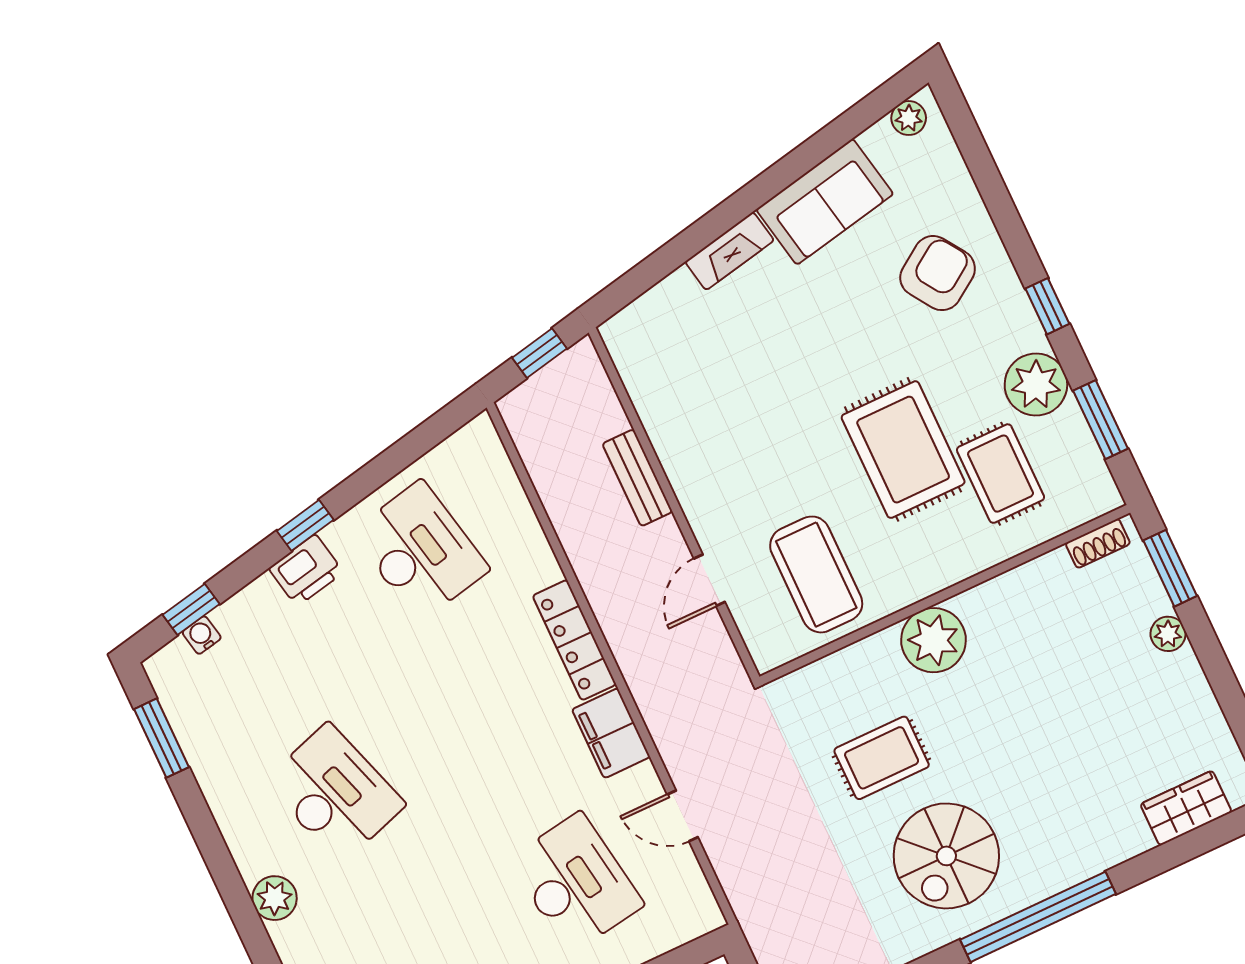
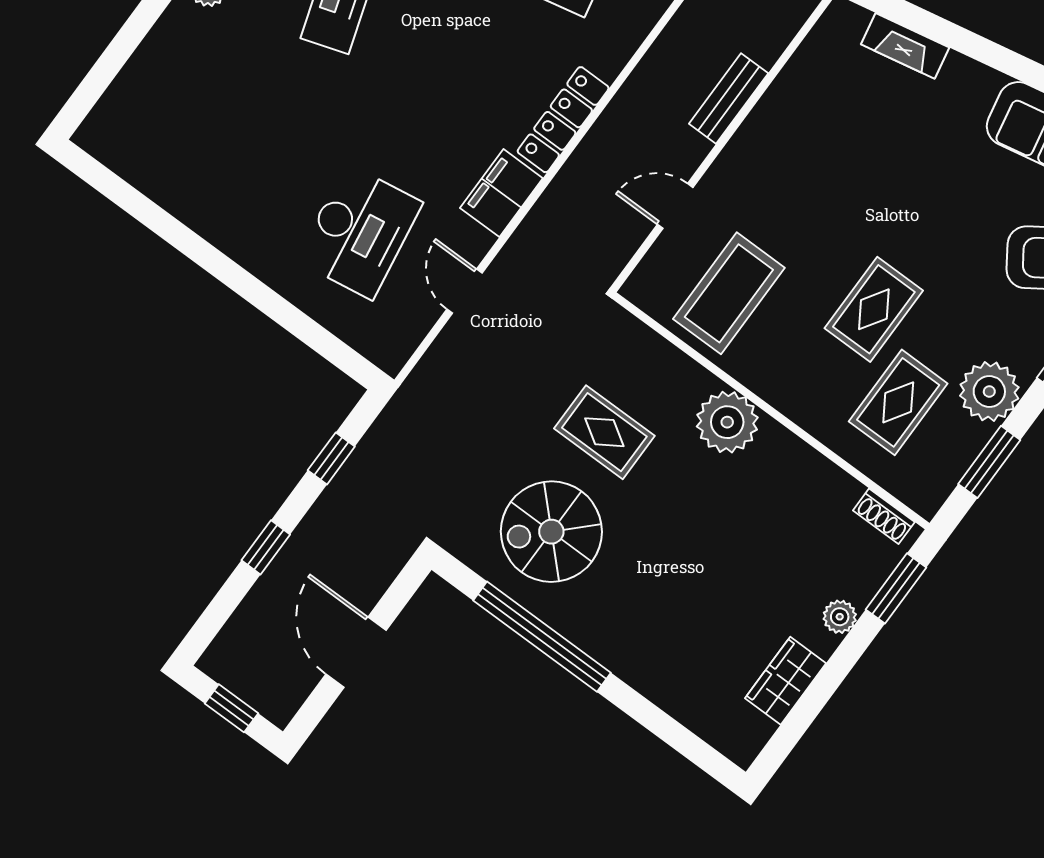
fireplace: (730, 251) -> (905, 46), moved
rug: (903, 450) -> (874, 309), width x0.73, depth x0.70
wardrobe: (1186, 808) -> (786, 681), moved, turned -90

